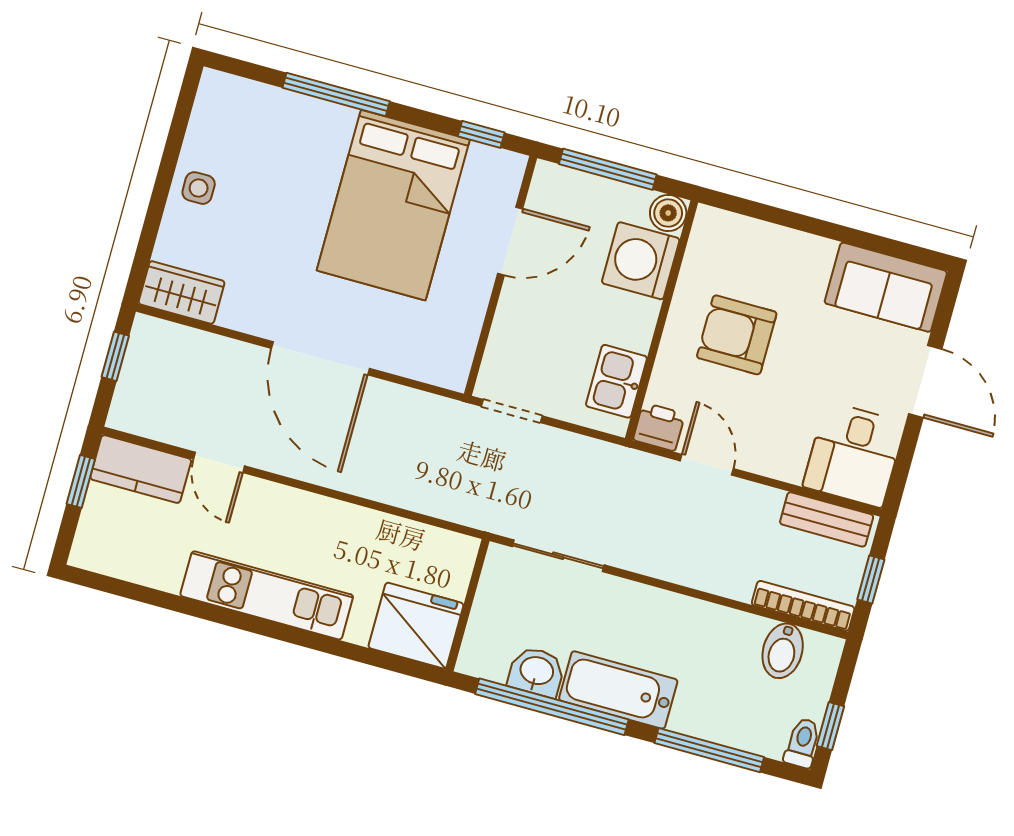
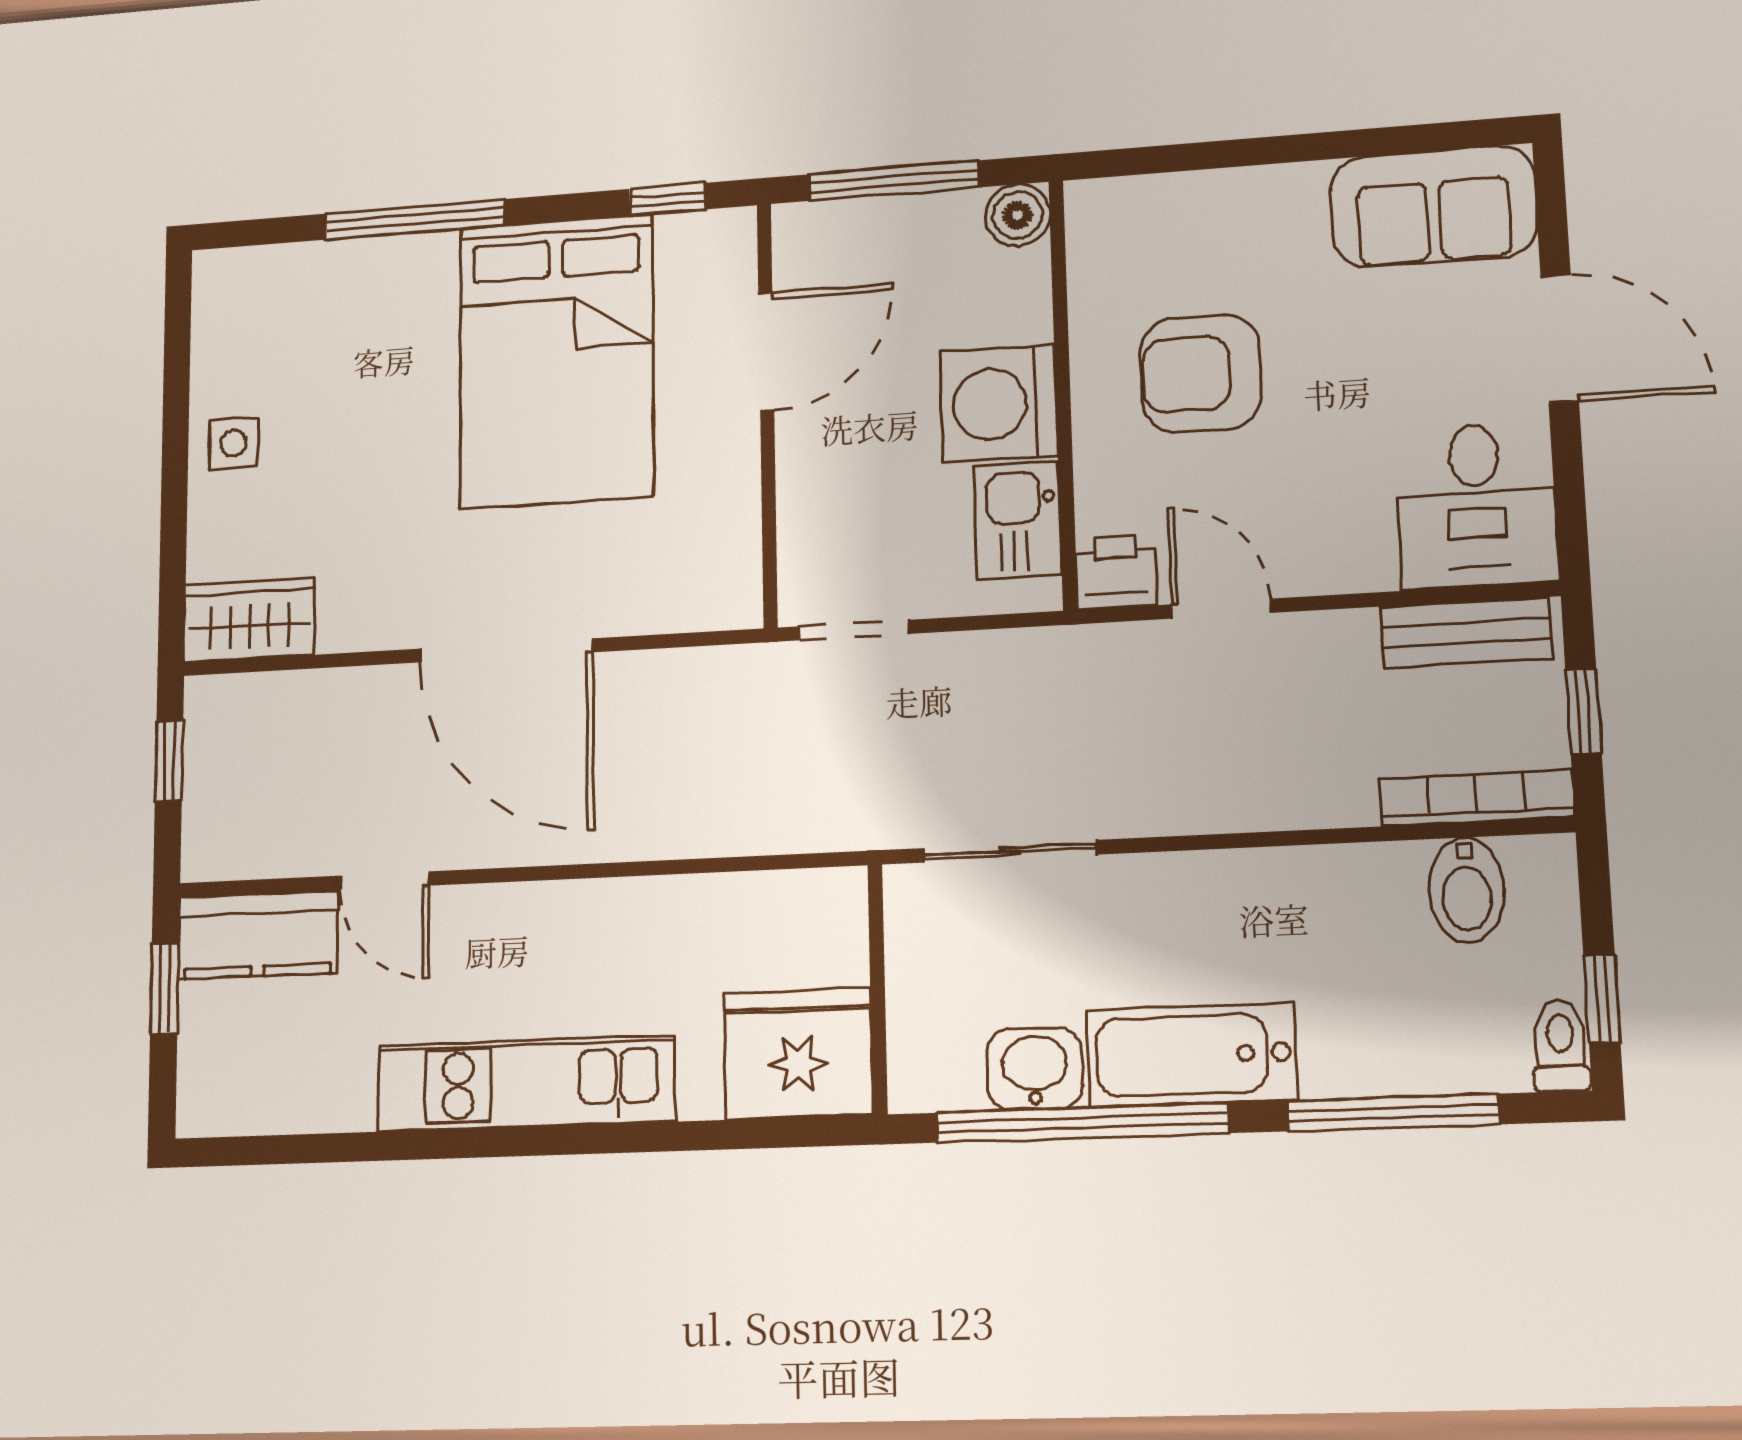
washing machine: (641, 261) -> (999, 404), moved

